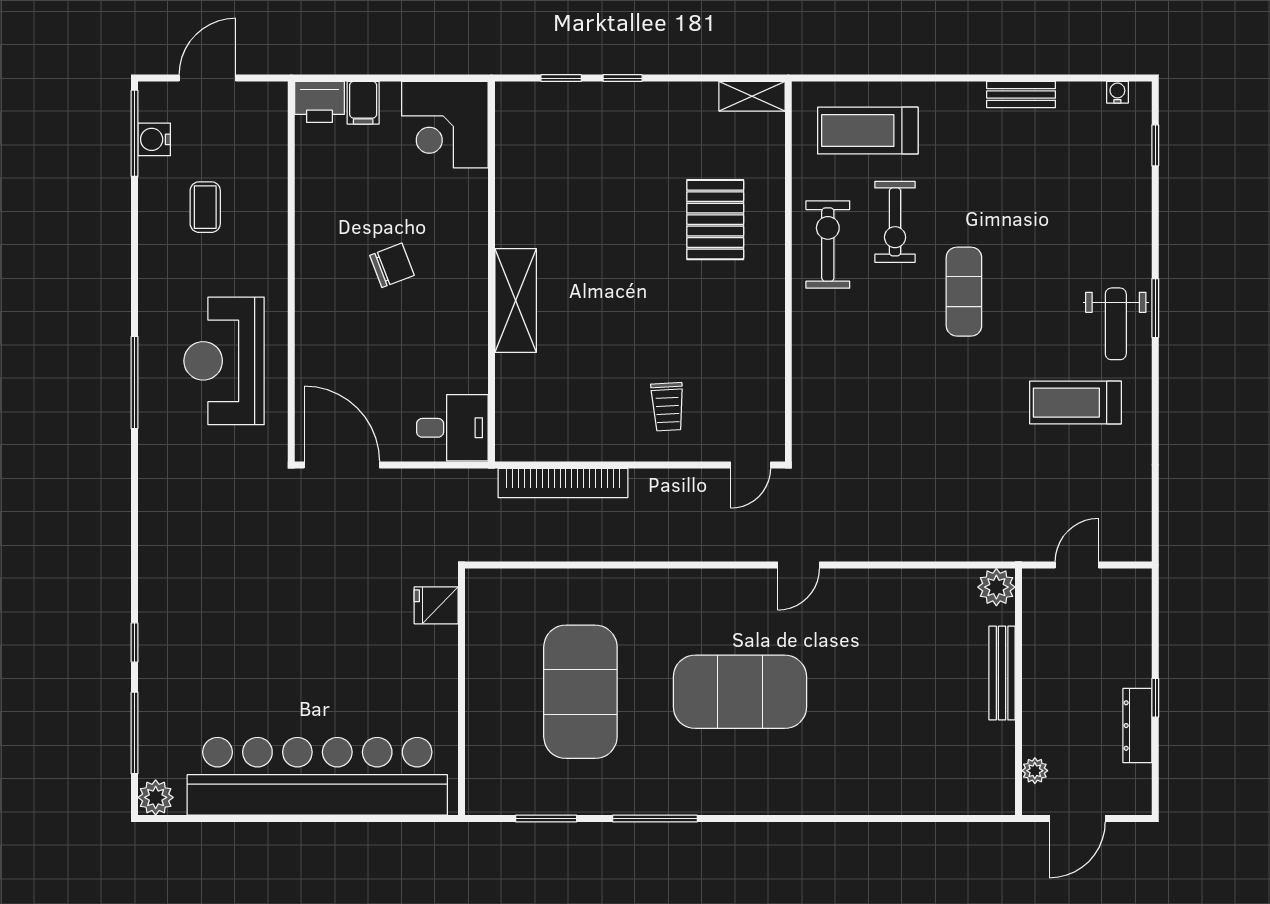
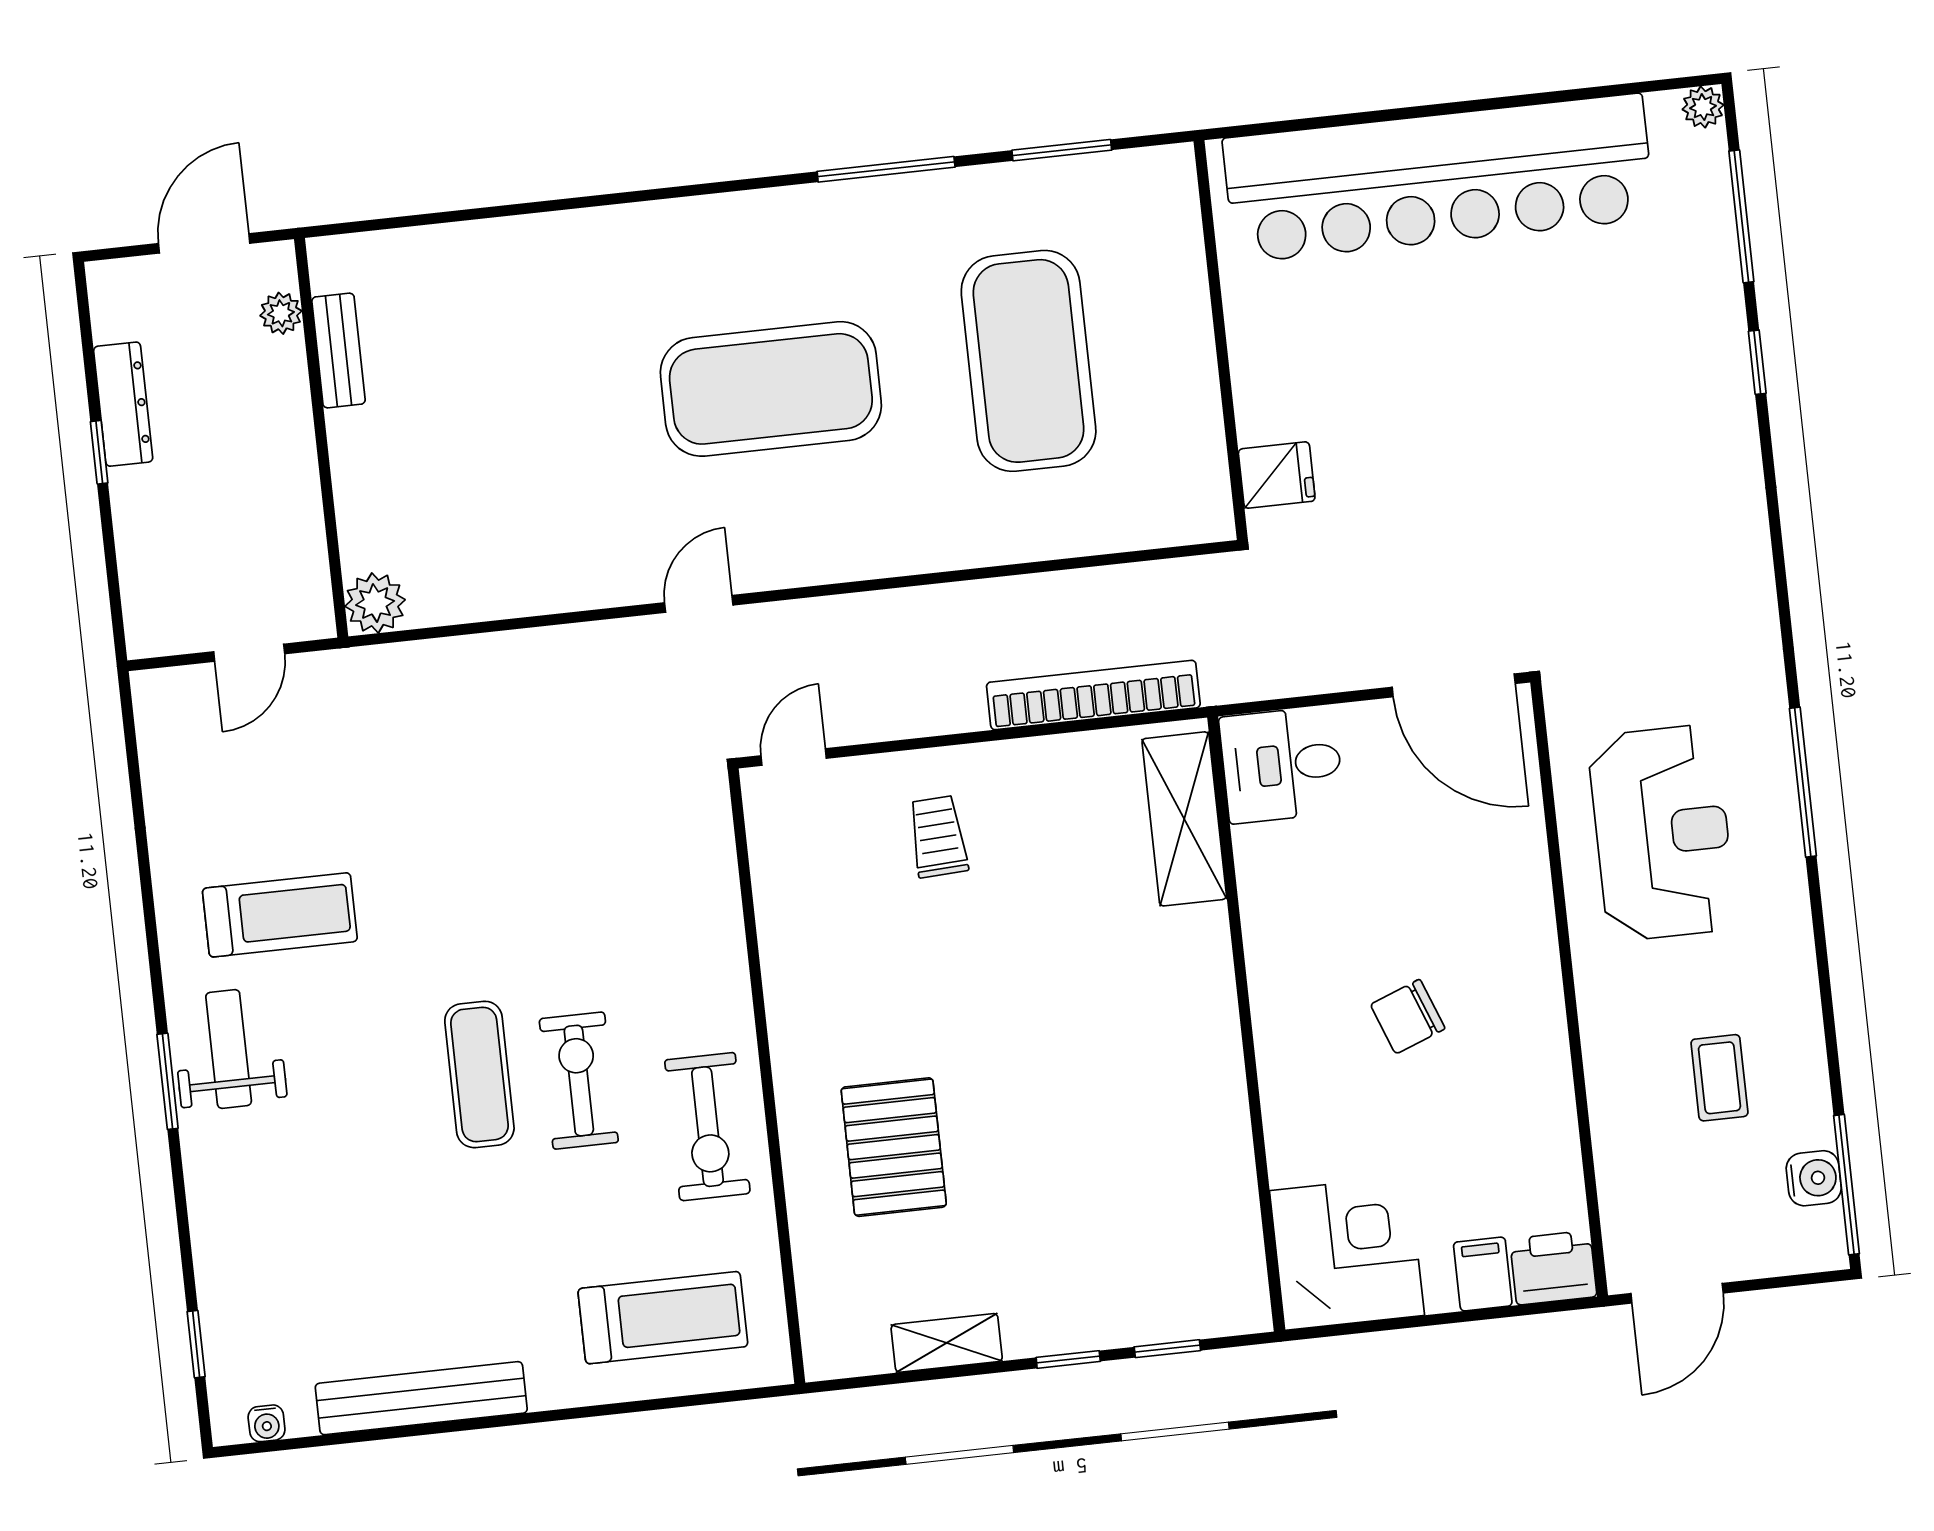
door: (207, 78) -> (1677, 1293), moved
bench: (1021, 94) -> (421, 1398), width x1.86, depth x1.21
shelving: (752, 96) -> (947, 1343), moved
exercise bike: (895, 222) -> (579, 1081), moved
shelving: (516, 300) -> (1184, 819), moved
bench: (1002, 673) -> (338, 350), moved, width x0.73
plant: (156, 797) -> (1703, 107), width x0.73, depth x0.73

